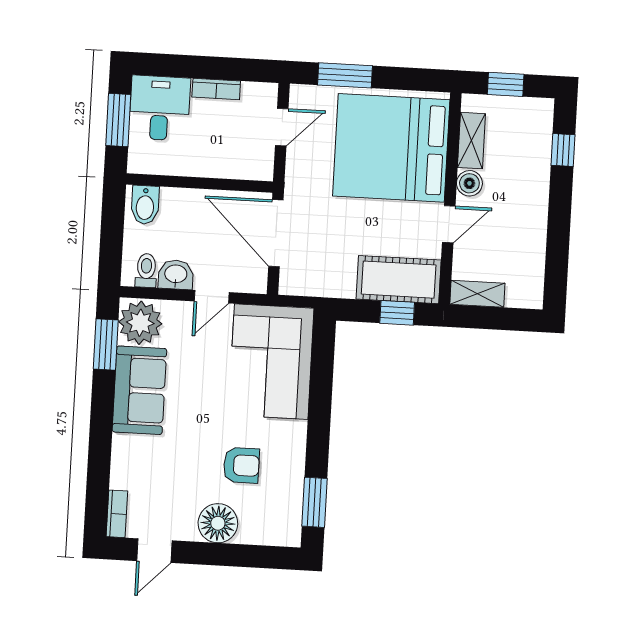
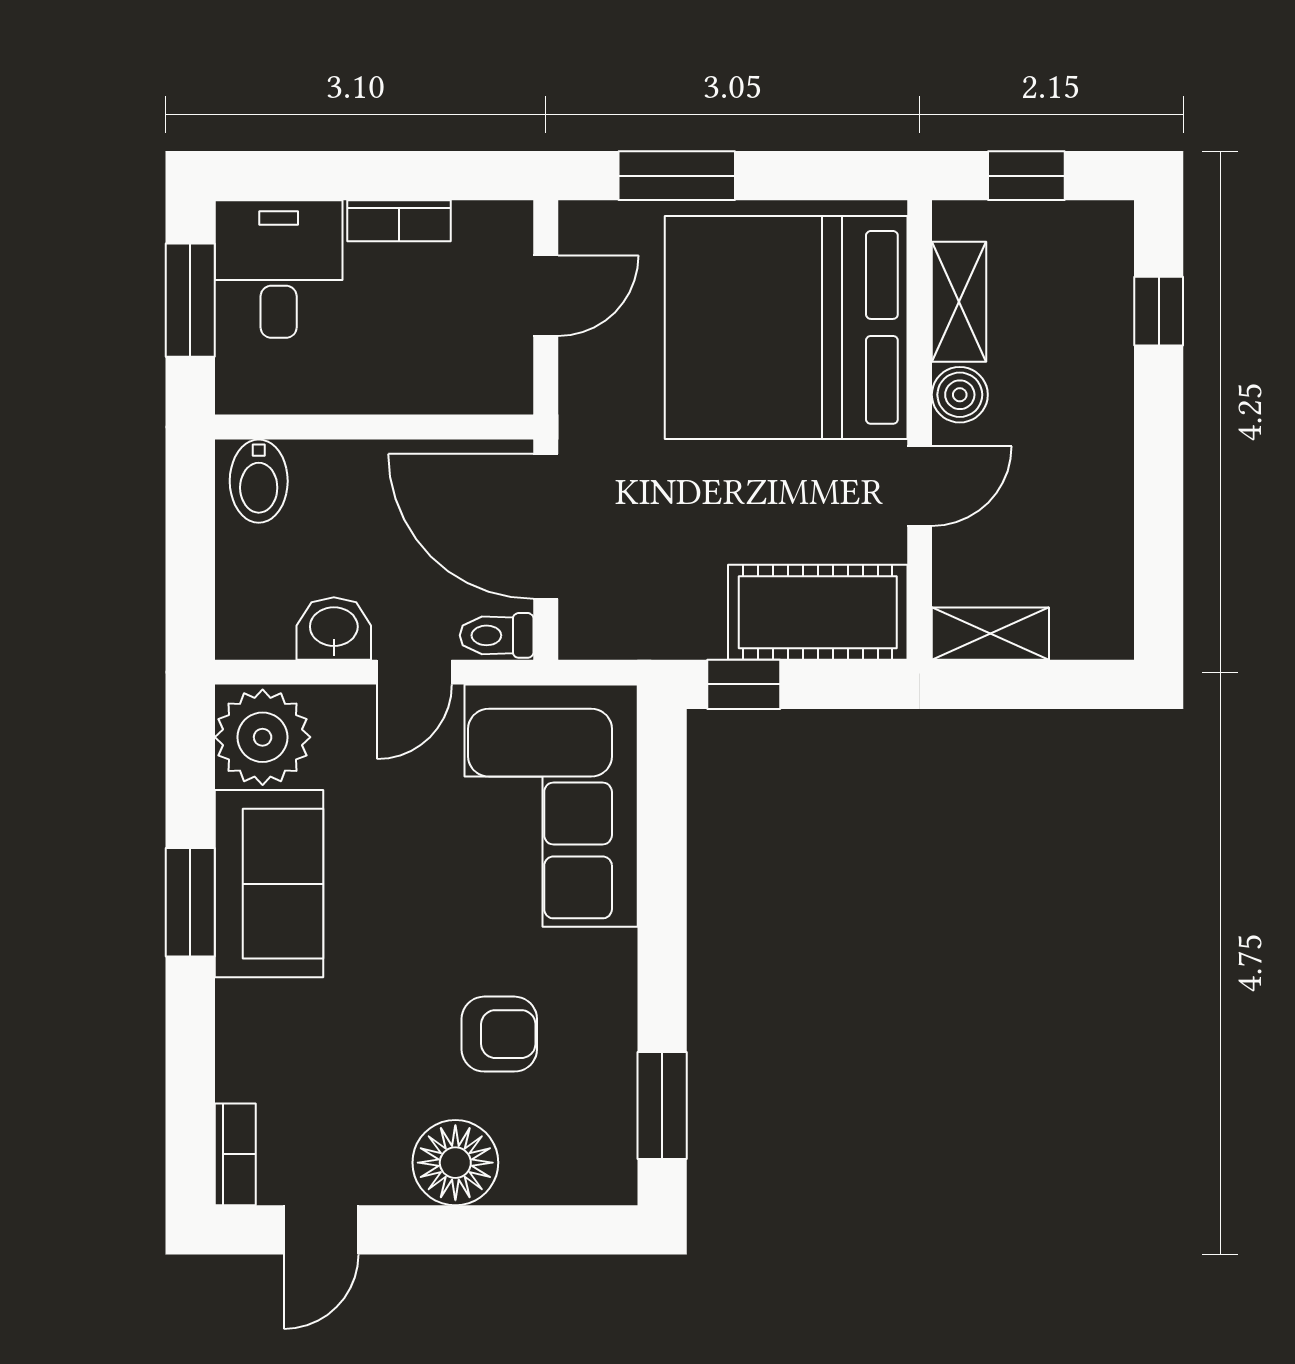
toilet: (146, 271) -> (497, 635), moved, turned -90
window: (397, 313) -> (744, 684), moved
window: (106, 344) -> (190, 902), moved

